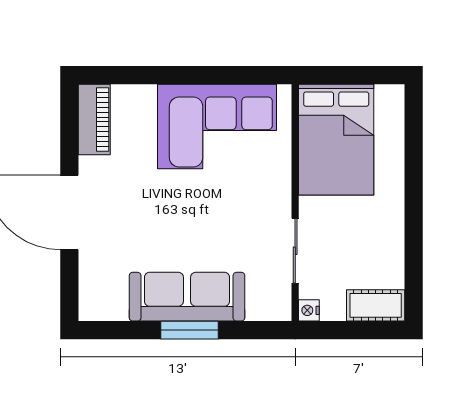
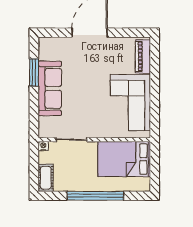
piano: (94, 120) -> (143, 56), moved, turned 90
window: (414, 200) -> (95, 196), added
window: (190, 330) -> (34, 73), moved

